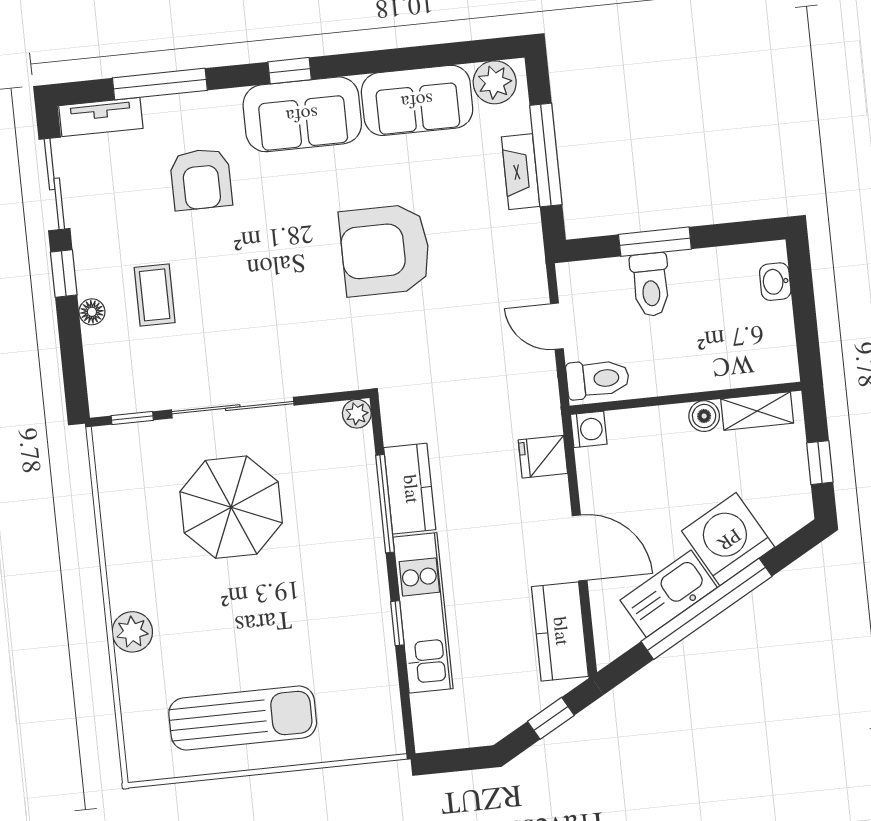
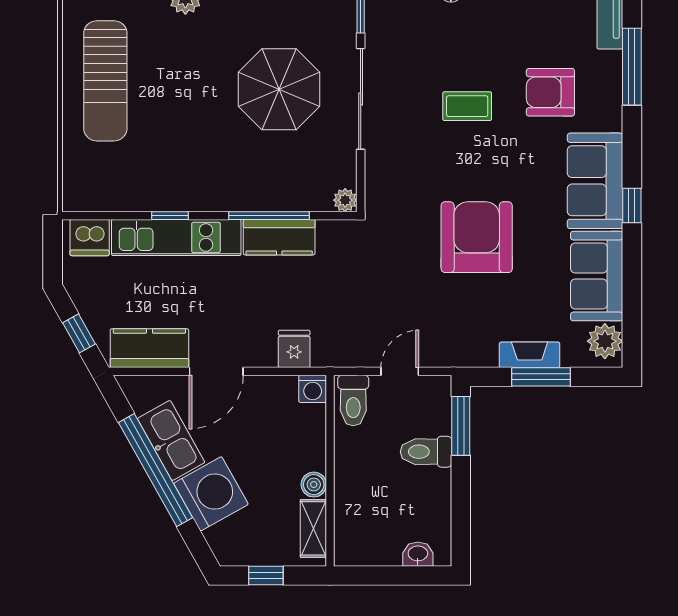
window: (290, 71) -> (632, 205), moved
window: (546, 155) -> (541, 377), width x0.69
window: (655, 242) -> (461, 426), moved
coffee table: (155, 295) -> (467, 106), moved
dishwasher: (434, 717) -> (90, 238), added

